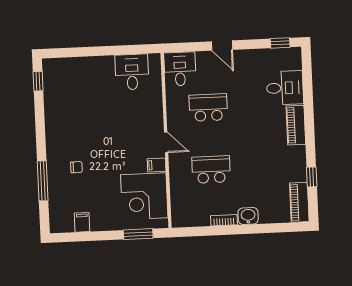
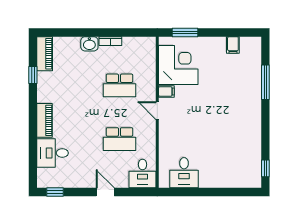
chair: (76, 167) -> (236, 93), removed

